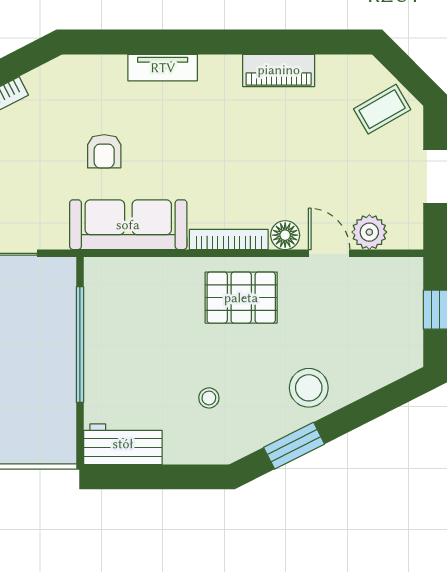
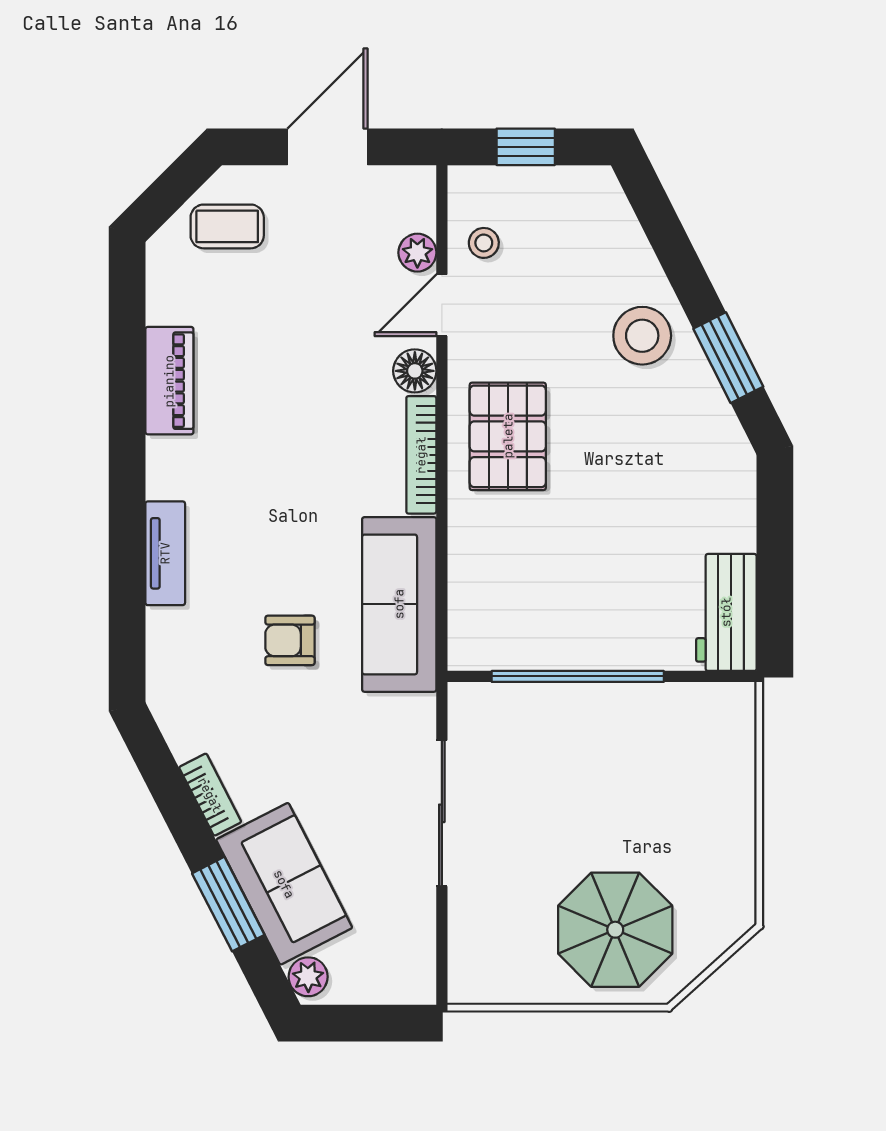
coffee table: (382, 109) -> (227, 226), turned -60
armchair: (104, 151) -> (290, 640), turned 180
plant: (369, 232) -> (417, 253), width x0.73, depth x0.73
stool: (209, 398) -> (484, 243), moved

